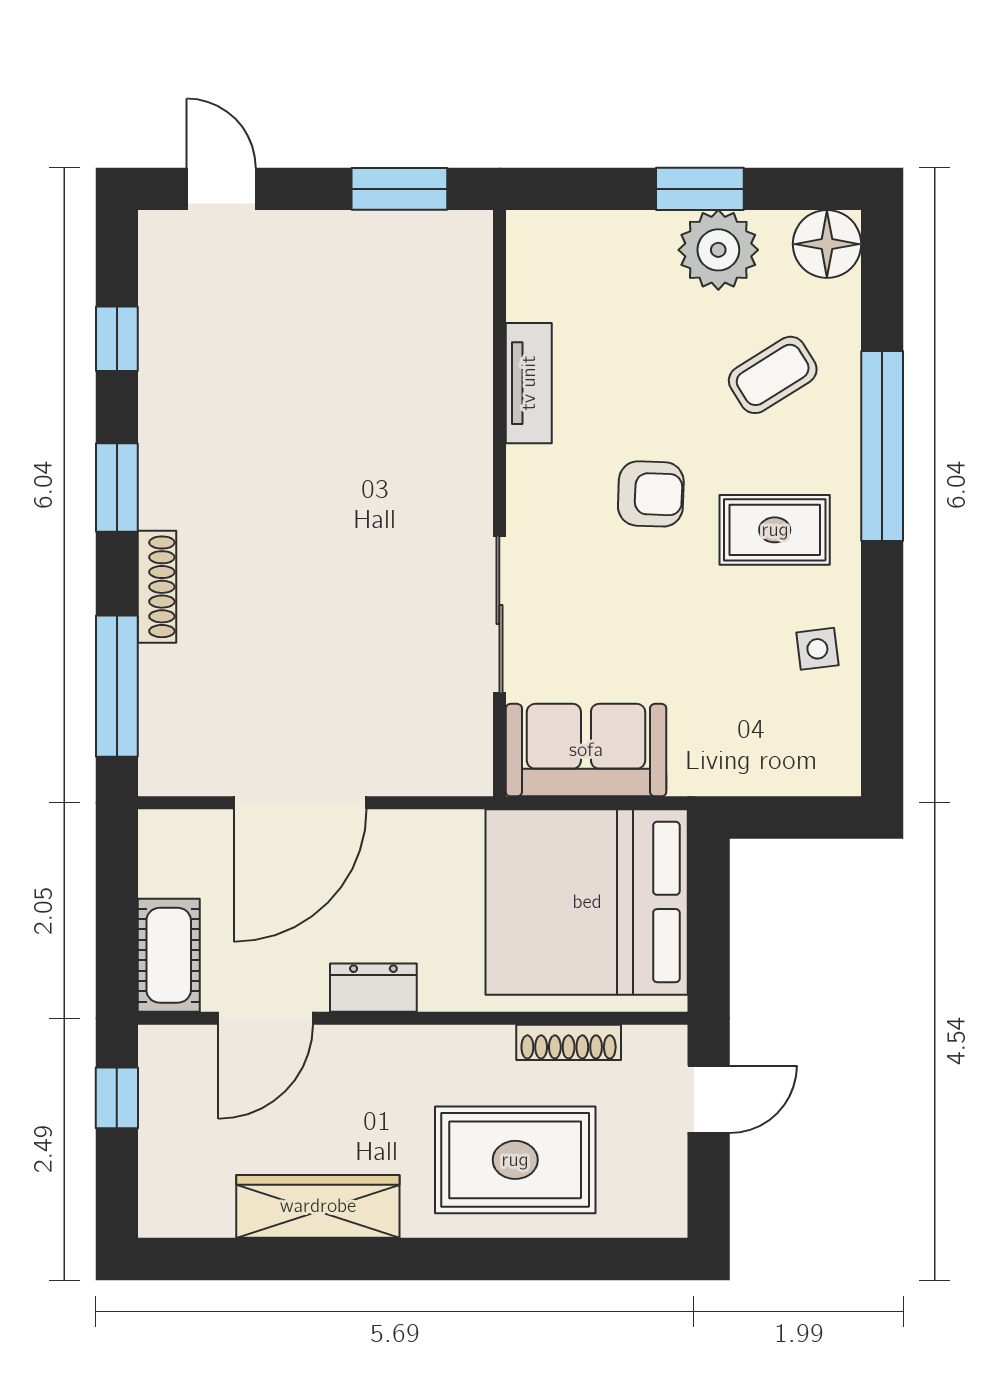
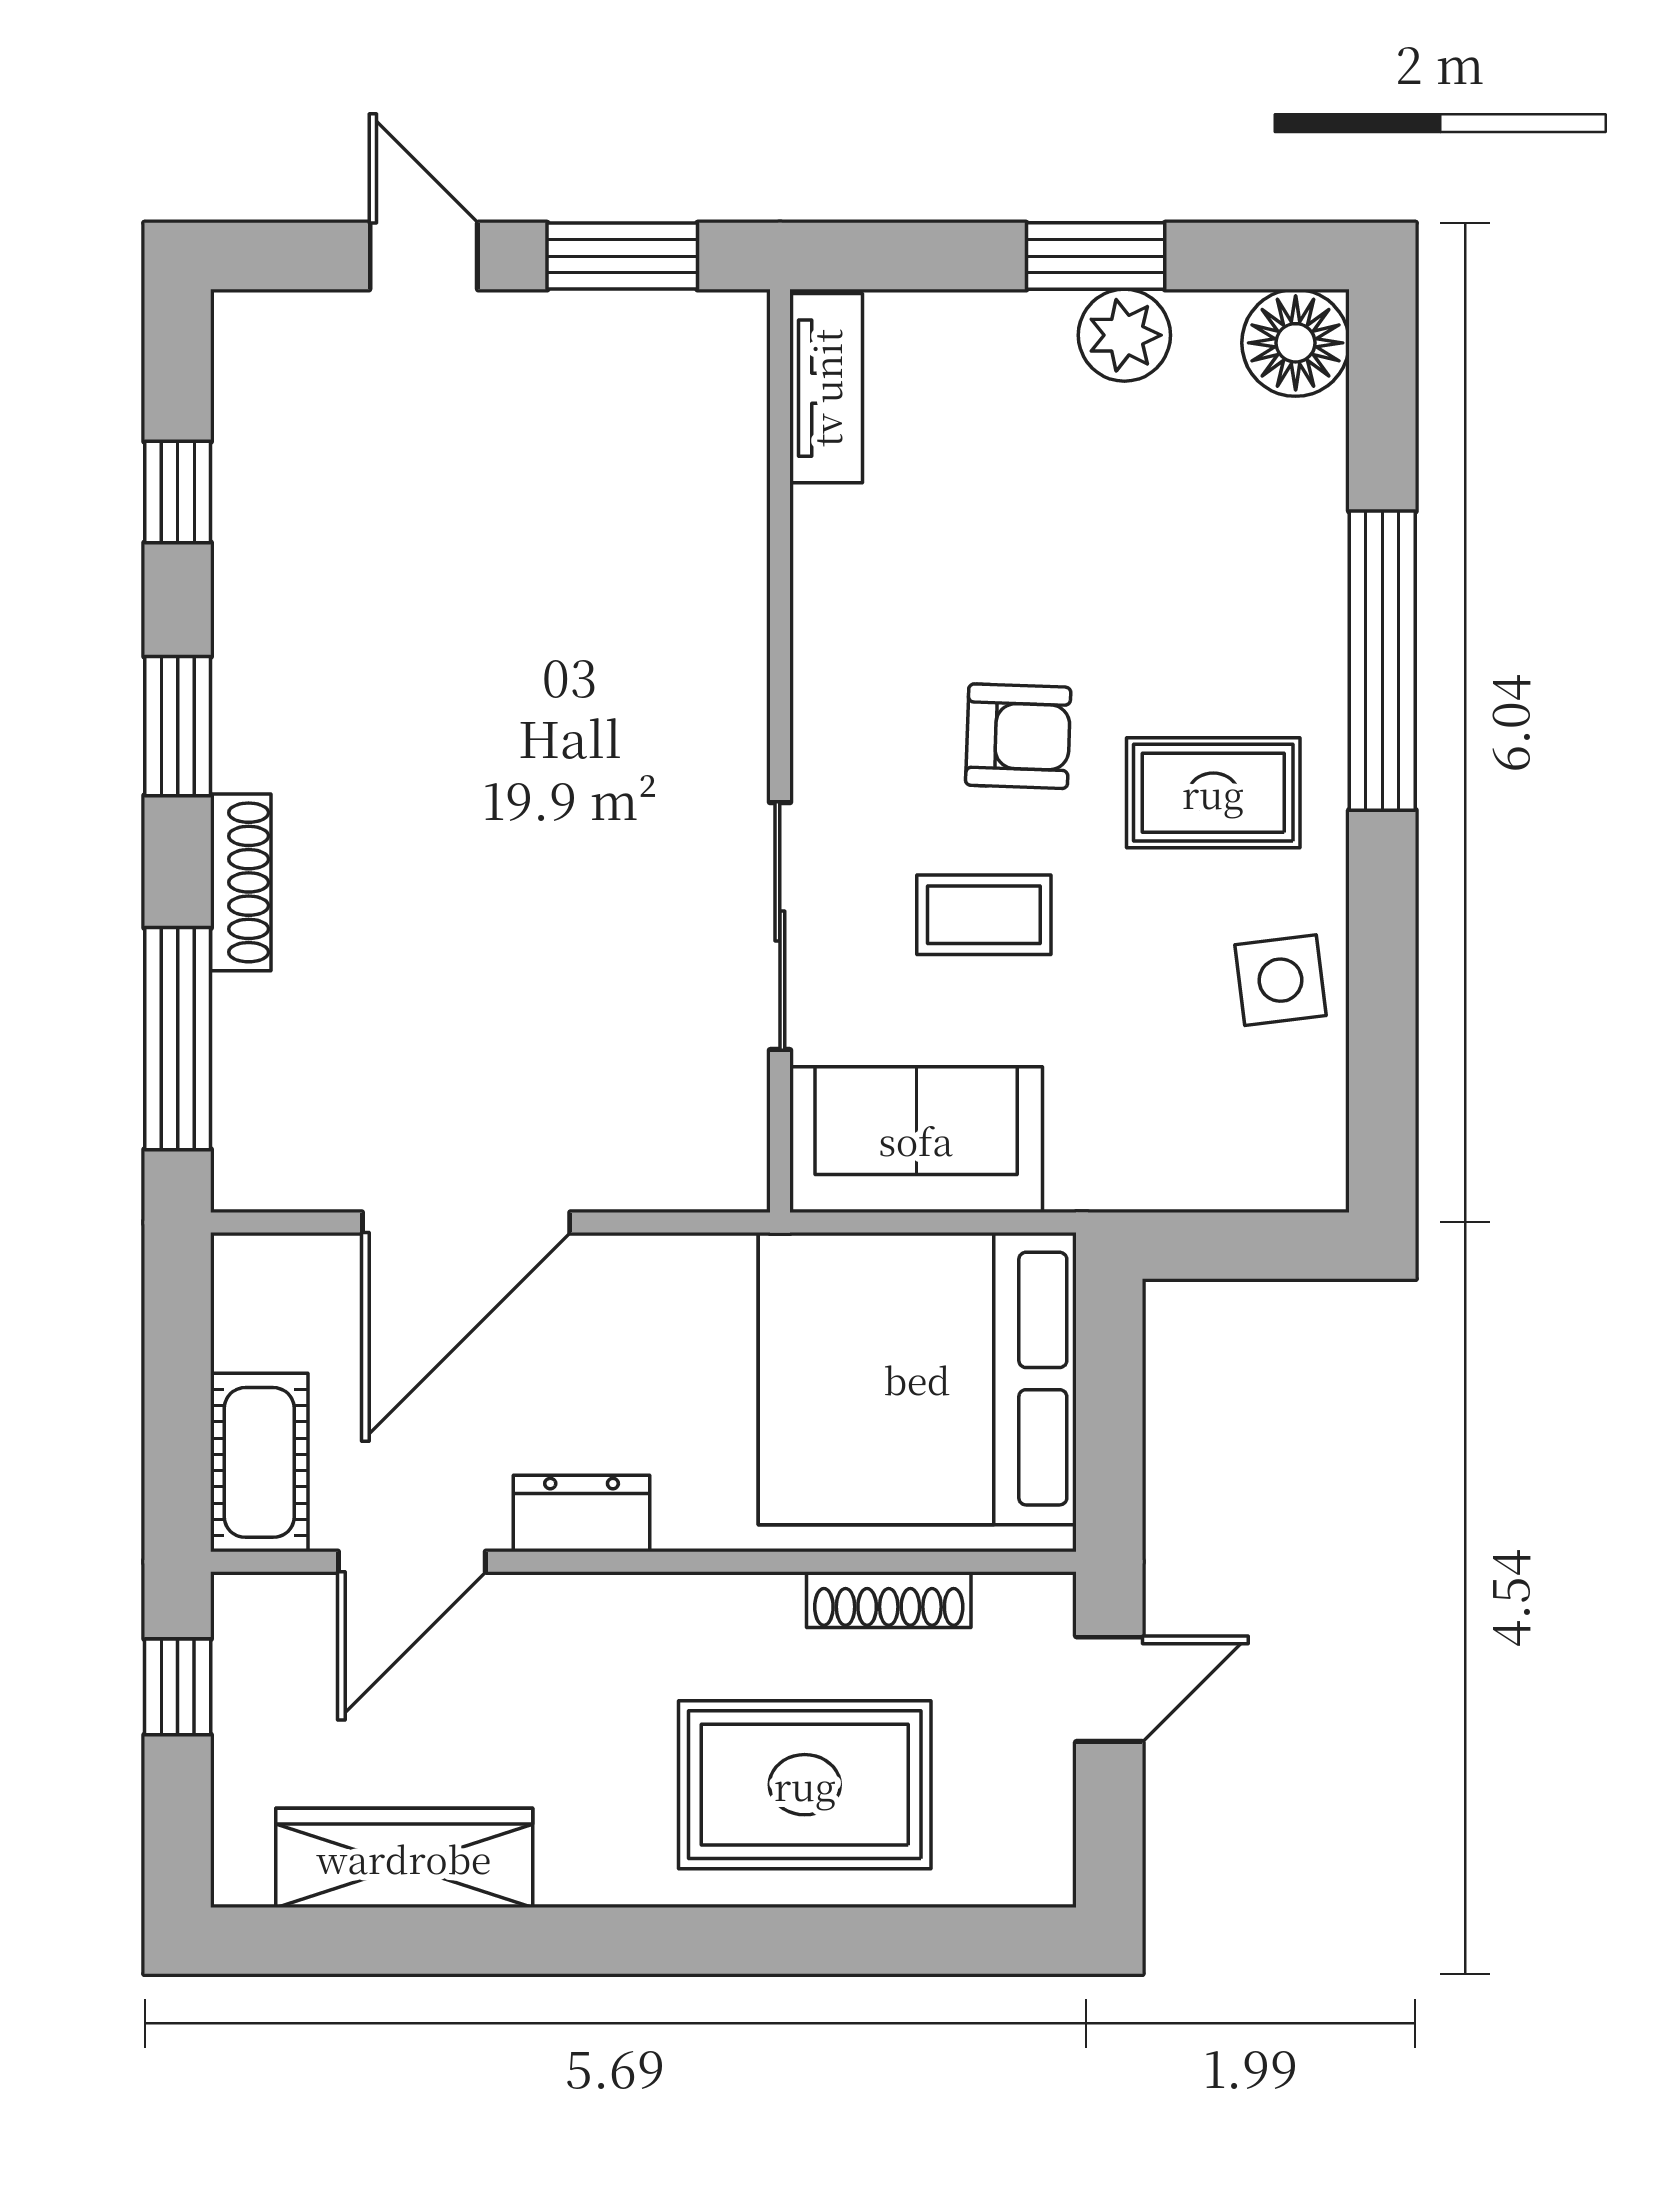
door: (221, 189) -> (424, 256), moved
plant: (718, 250) -> (1124, 335), width x0.73, depth x0.73
coffee table: (773, 375) -> (984, 915), moved, turned 32
tv unit: (529, 383) -> (826, 388), moved
side table: (817, 649) -> (1280, 980), width x1.37, depth x1.37
wardrobe: (318, 1206) -> (404, 1858), moved

